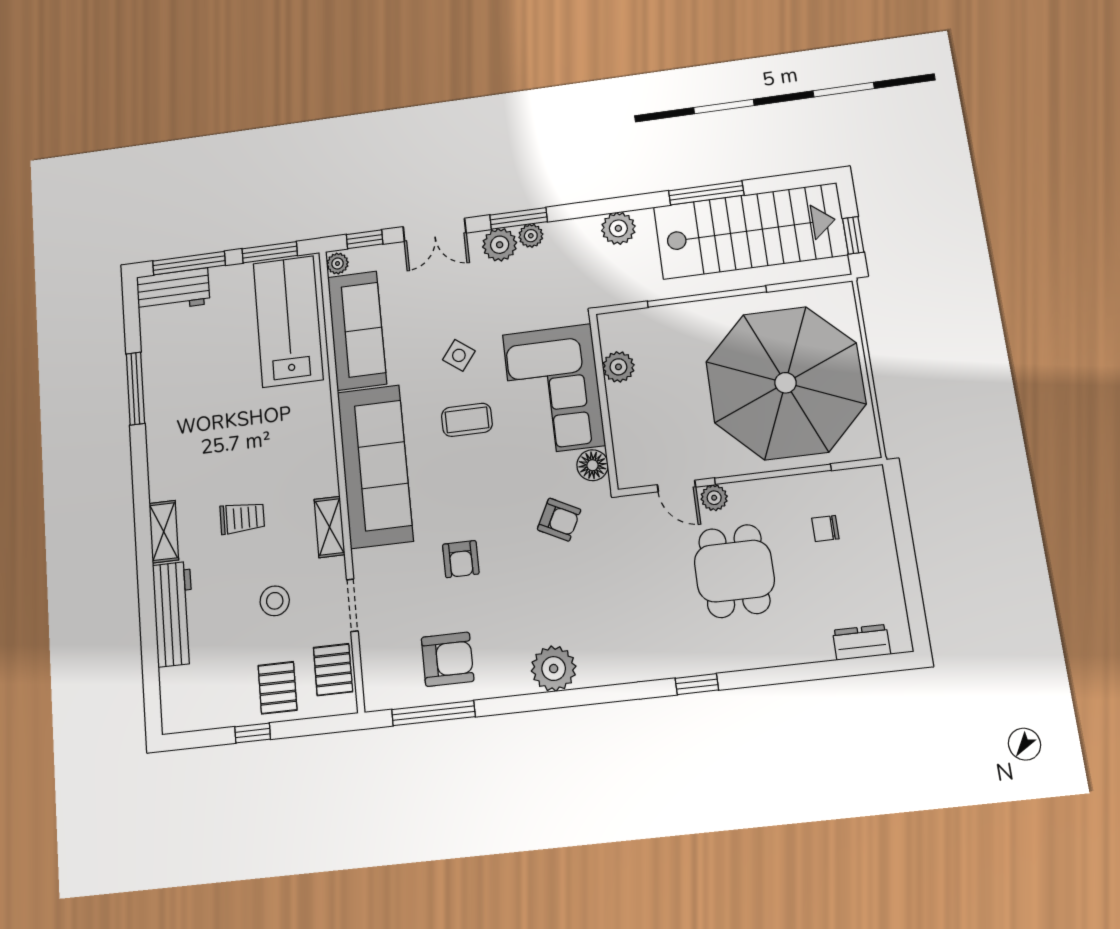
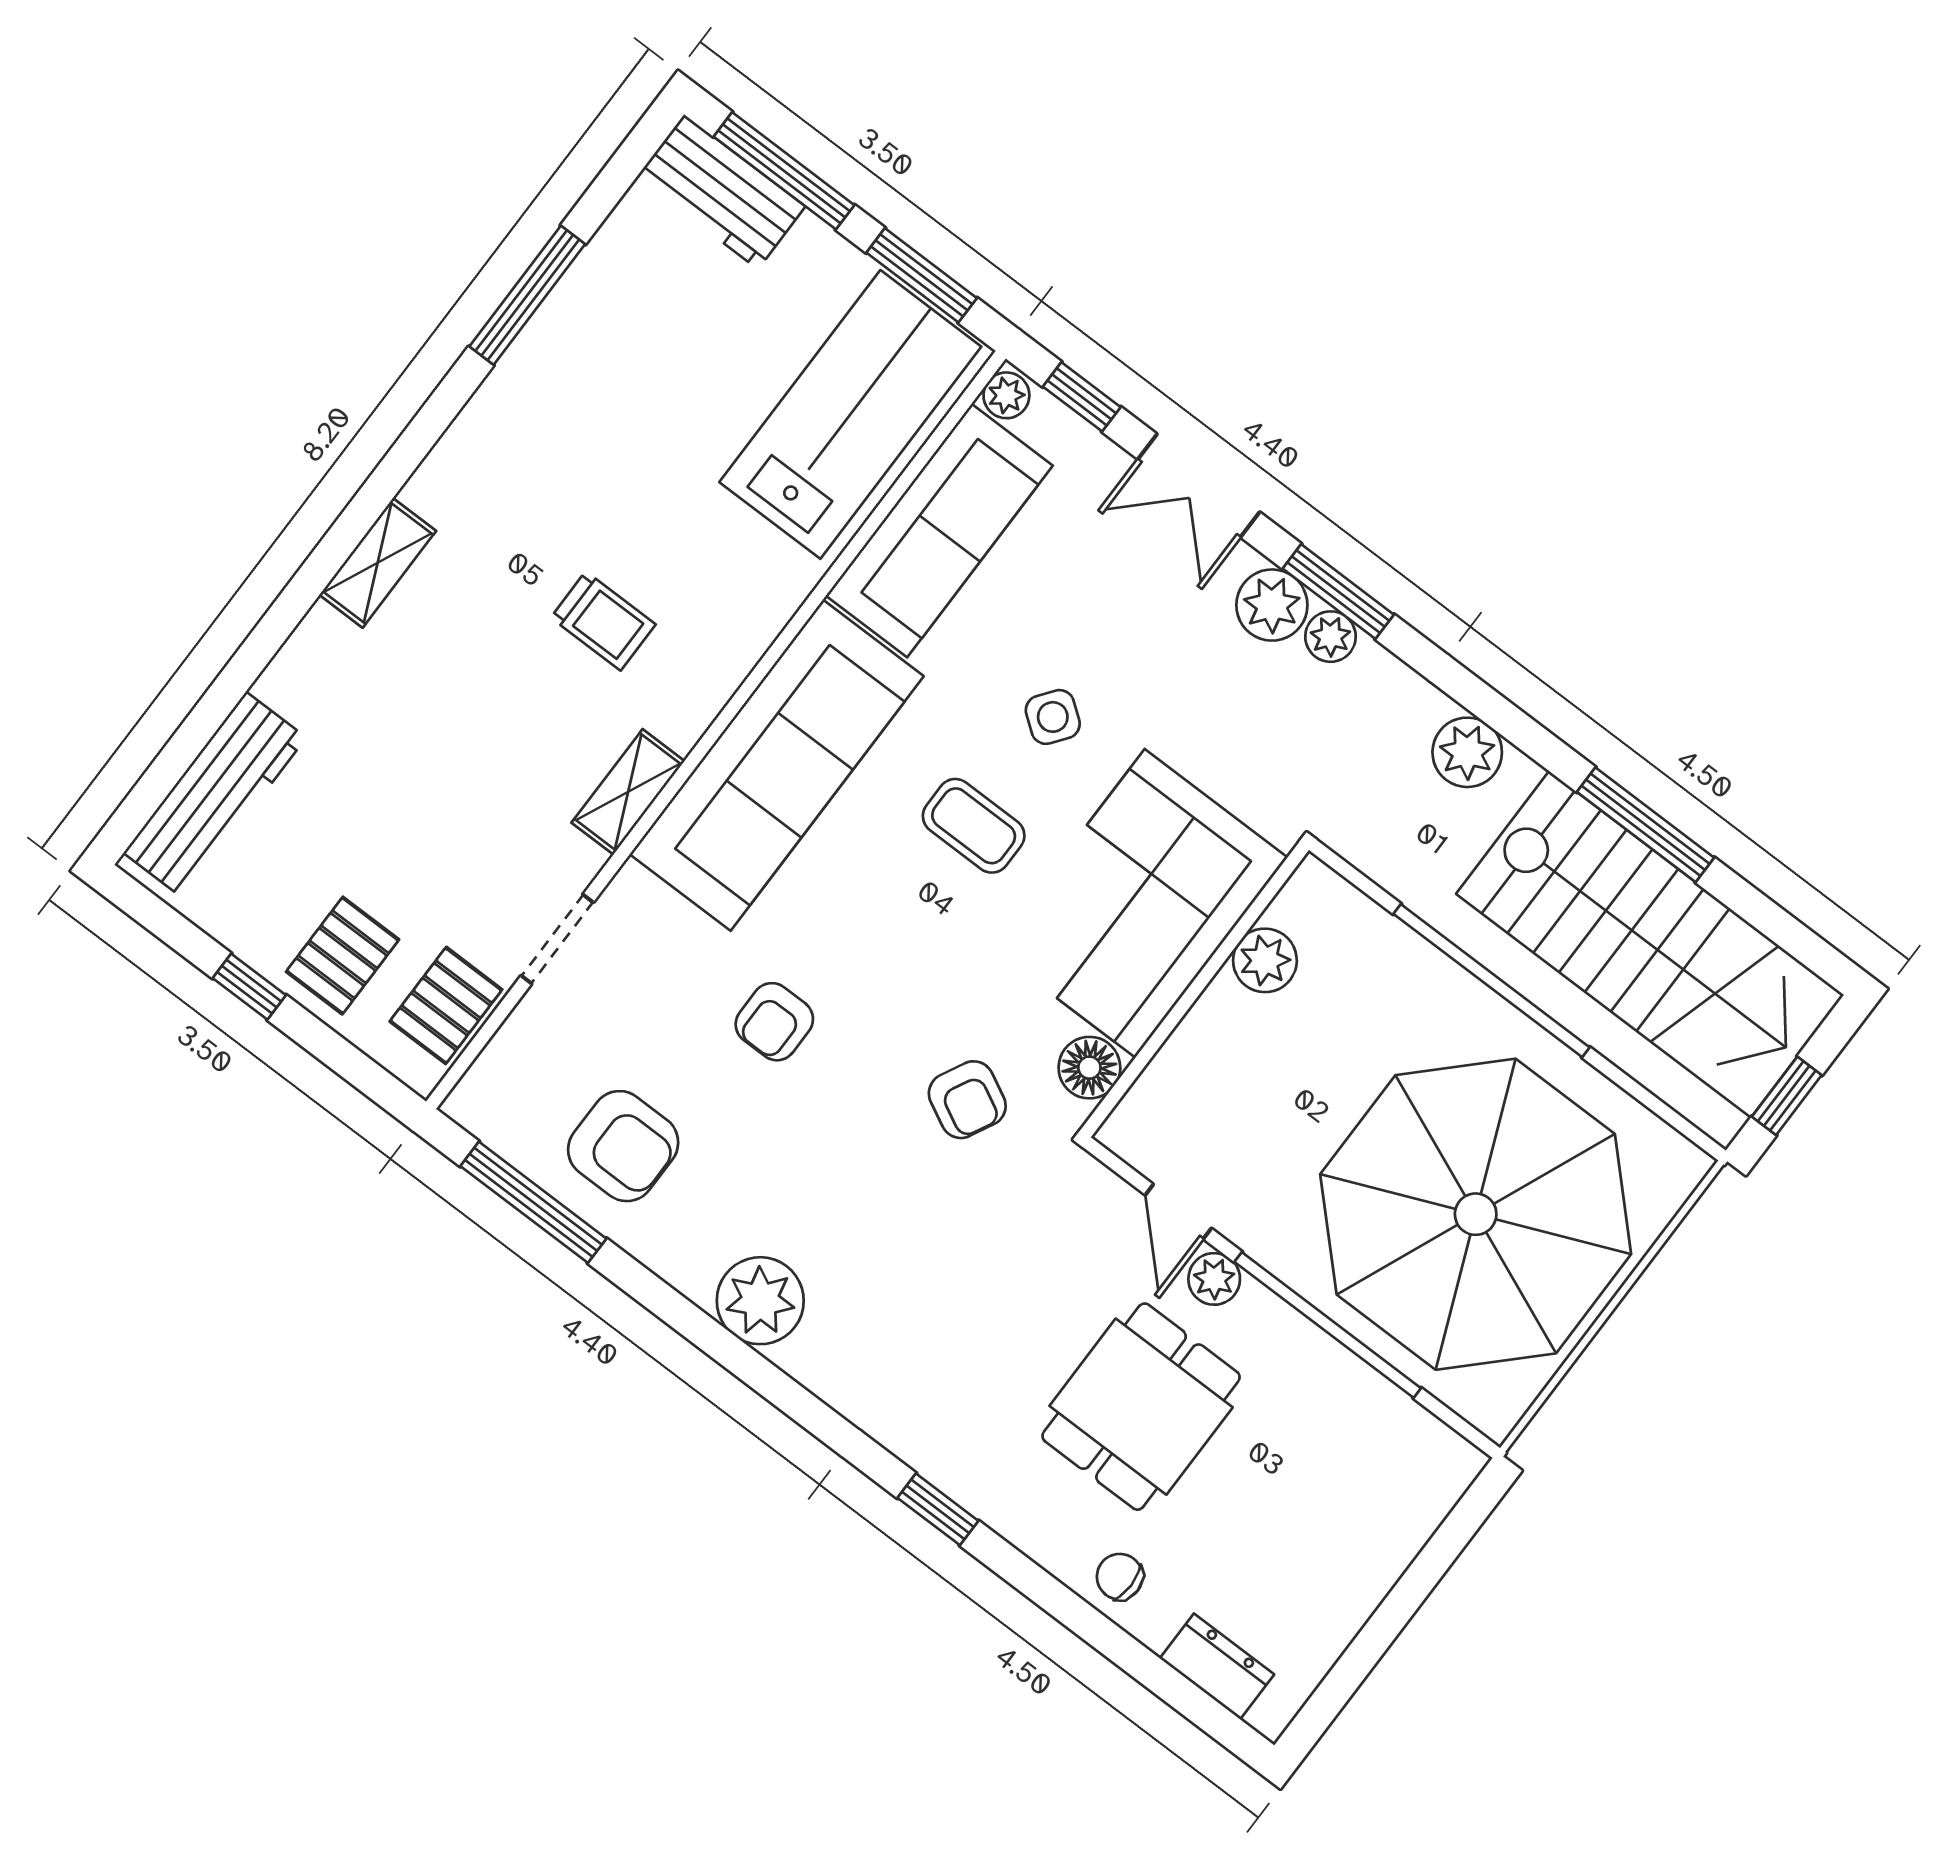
trolley: (242, 518) -> (603, 621), moved
chair: (825, 528) -> (1120, 1577), moved
stool: (275, 601) -> (451, 825), removed
workbench: (174, 614) -> (215, 795), moved

